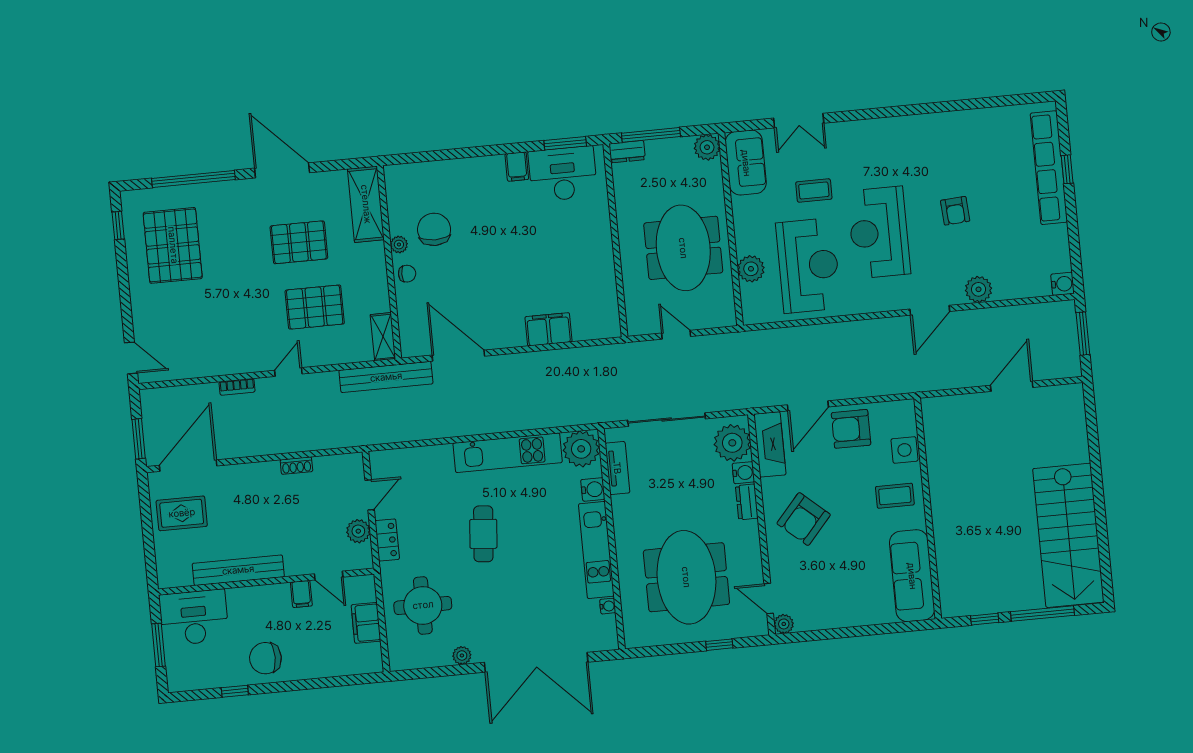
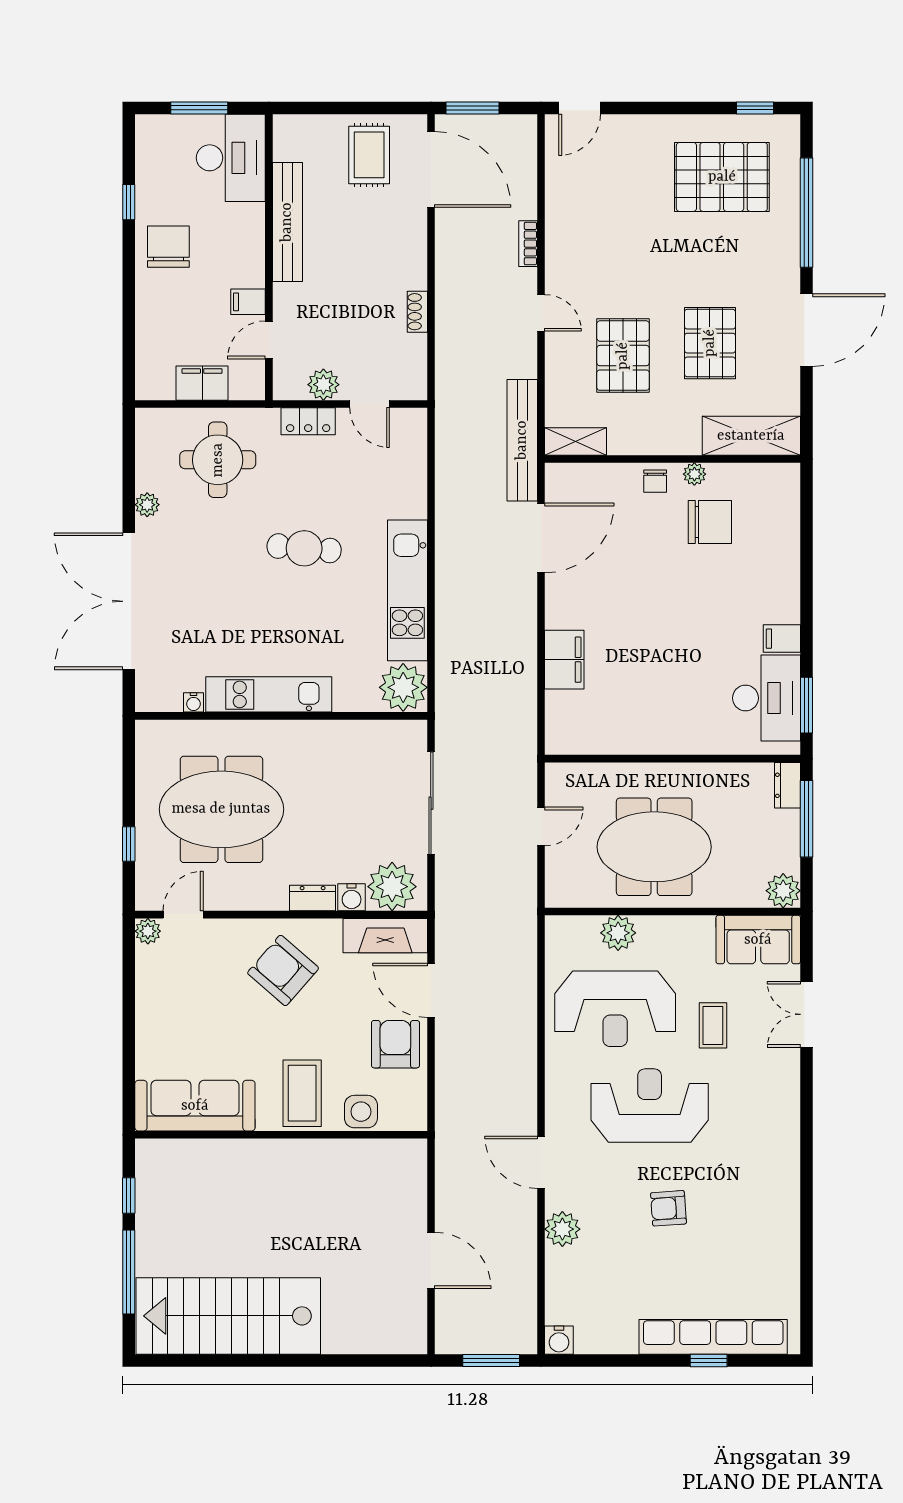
tv unit: (617, 468) -> (373, 733), removed
water cooler: (593, 489) -> (349, 698), removed
coffee table: (895, 496) -> (302, 1093), width x1.36, depth x1.30

